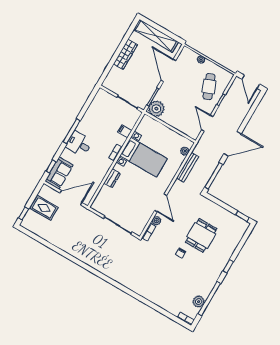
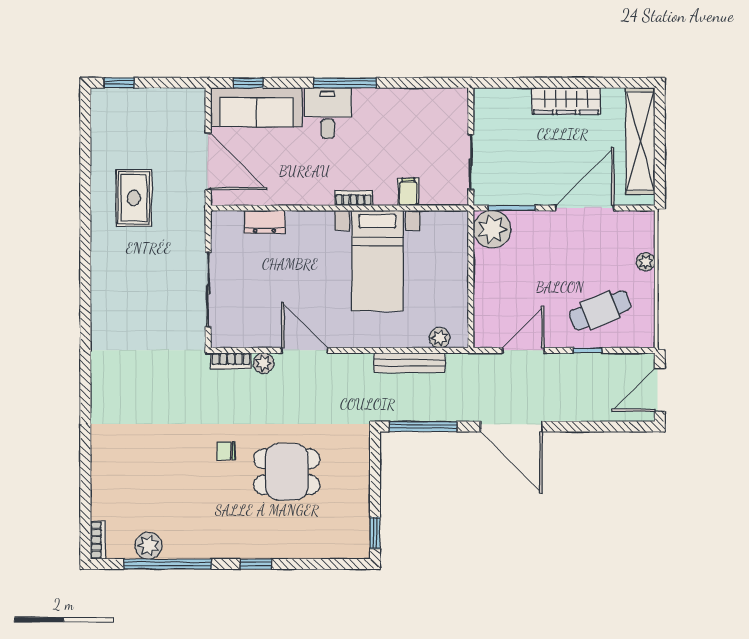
sofa: (59, 173) -> (256, 107), width x1.36
dresser: (112, 178) -> (265, 222), moved
door: (161, 203) -> (305, 350), swing flipped
rug: (44, 208) -> (134, 198), moved

